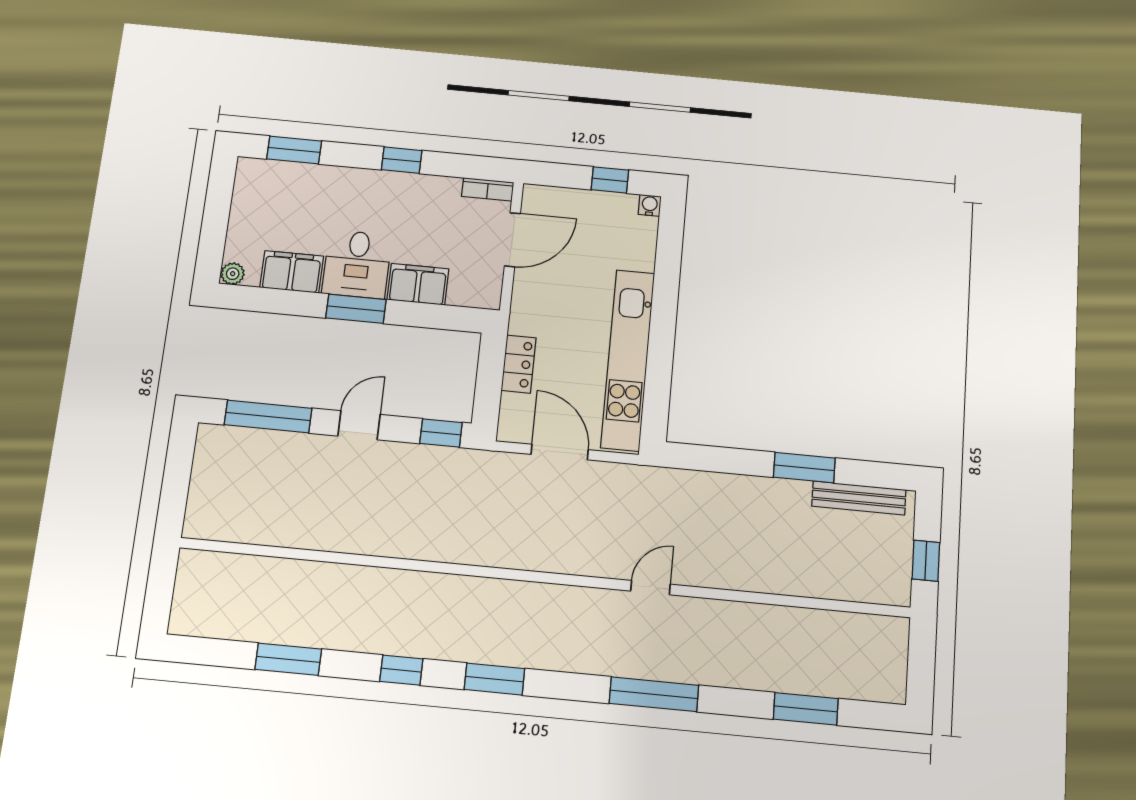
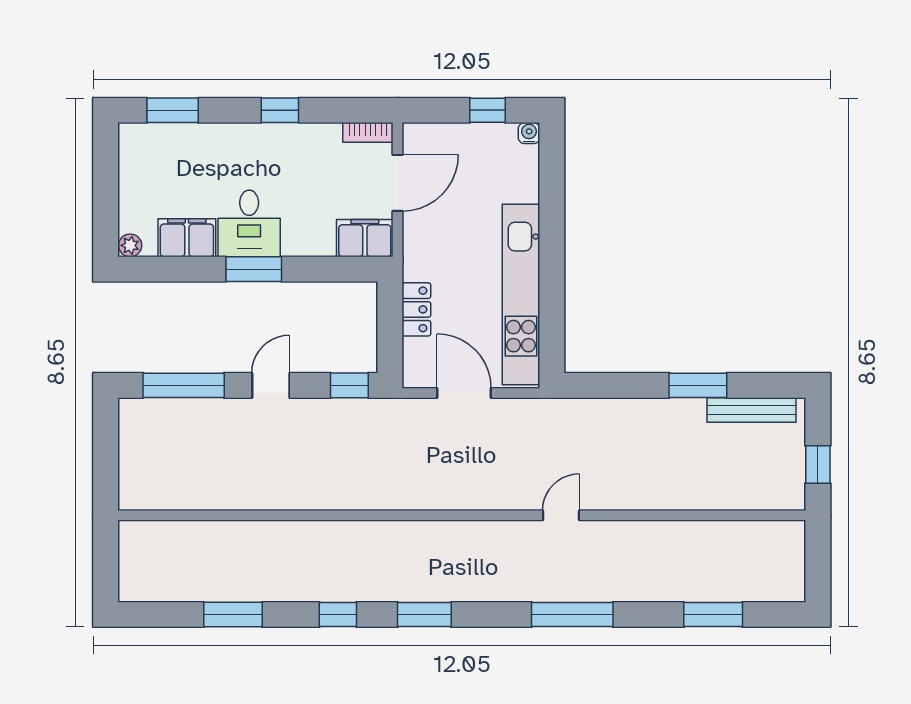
filing cabinet: (418, 284) -> (365, 238), moved

